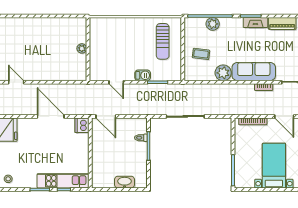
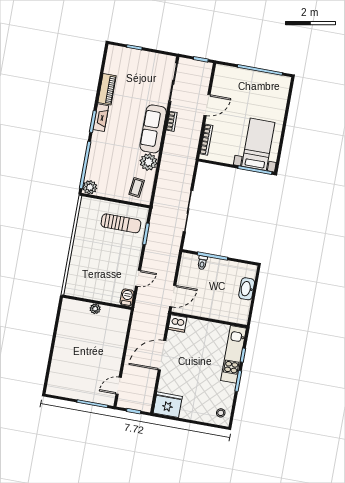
plant: (213, 24) -> (90, 187), moved
sun lounger: (163, 41) -> (121, 223), moved
coffee table: (201, 54) -> (137, 187), moved
barbecue: (143, 75) -> (127, 298), moved
bed with nightstands: (274, 166) -> (258, 144), moved, turned 90

